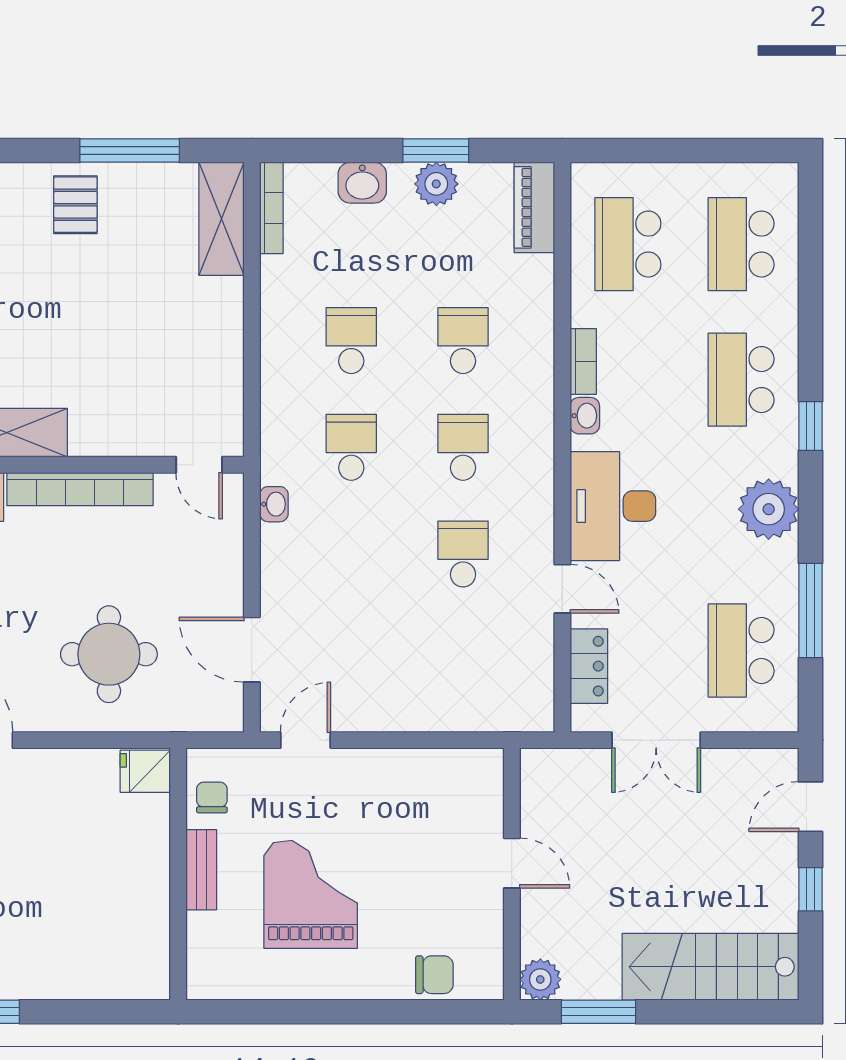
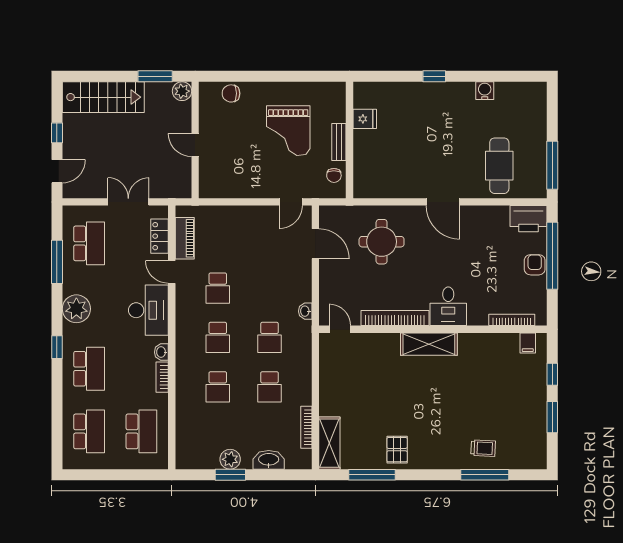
washbasin: (362, 183) -> (269, 460), width x1.38
piano: (534, 207) -> (185, 238), moved
bookcase: (271, 208) -> (306, 427), moved
fridge: (145, 771) -> (365, 119), moved

